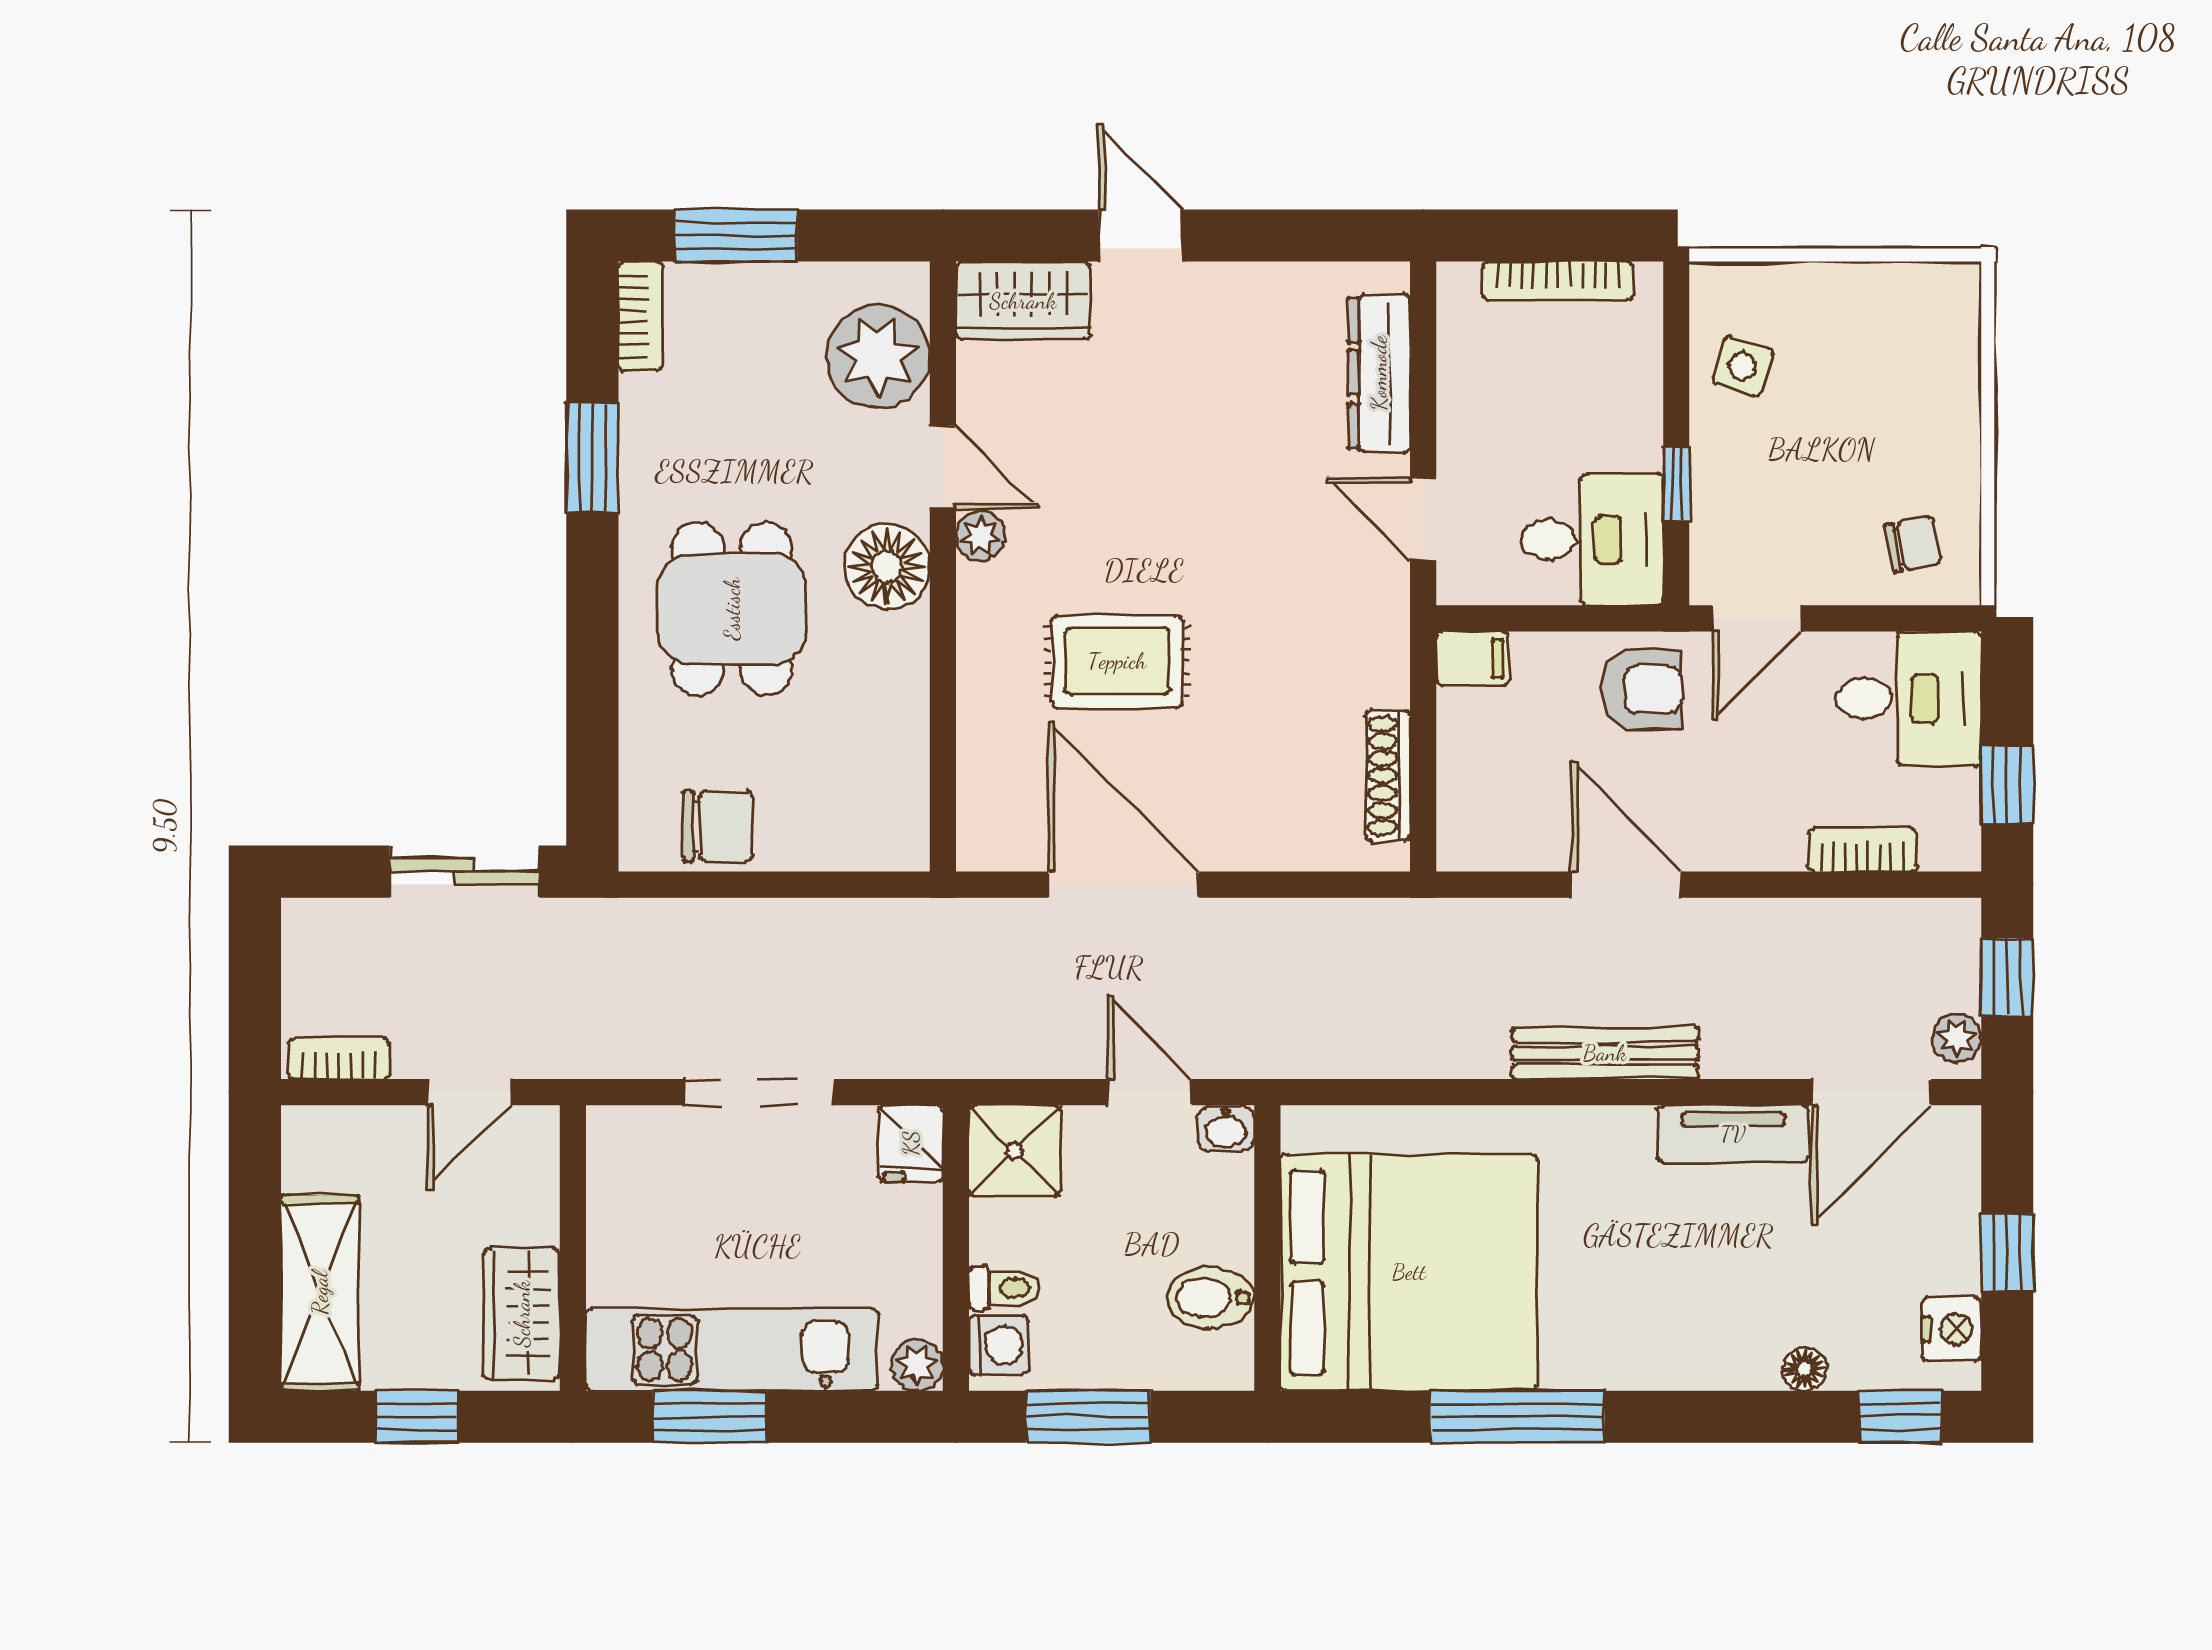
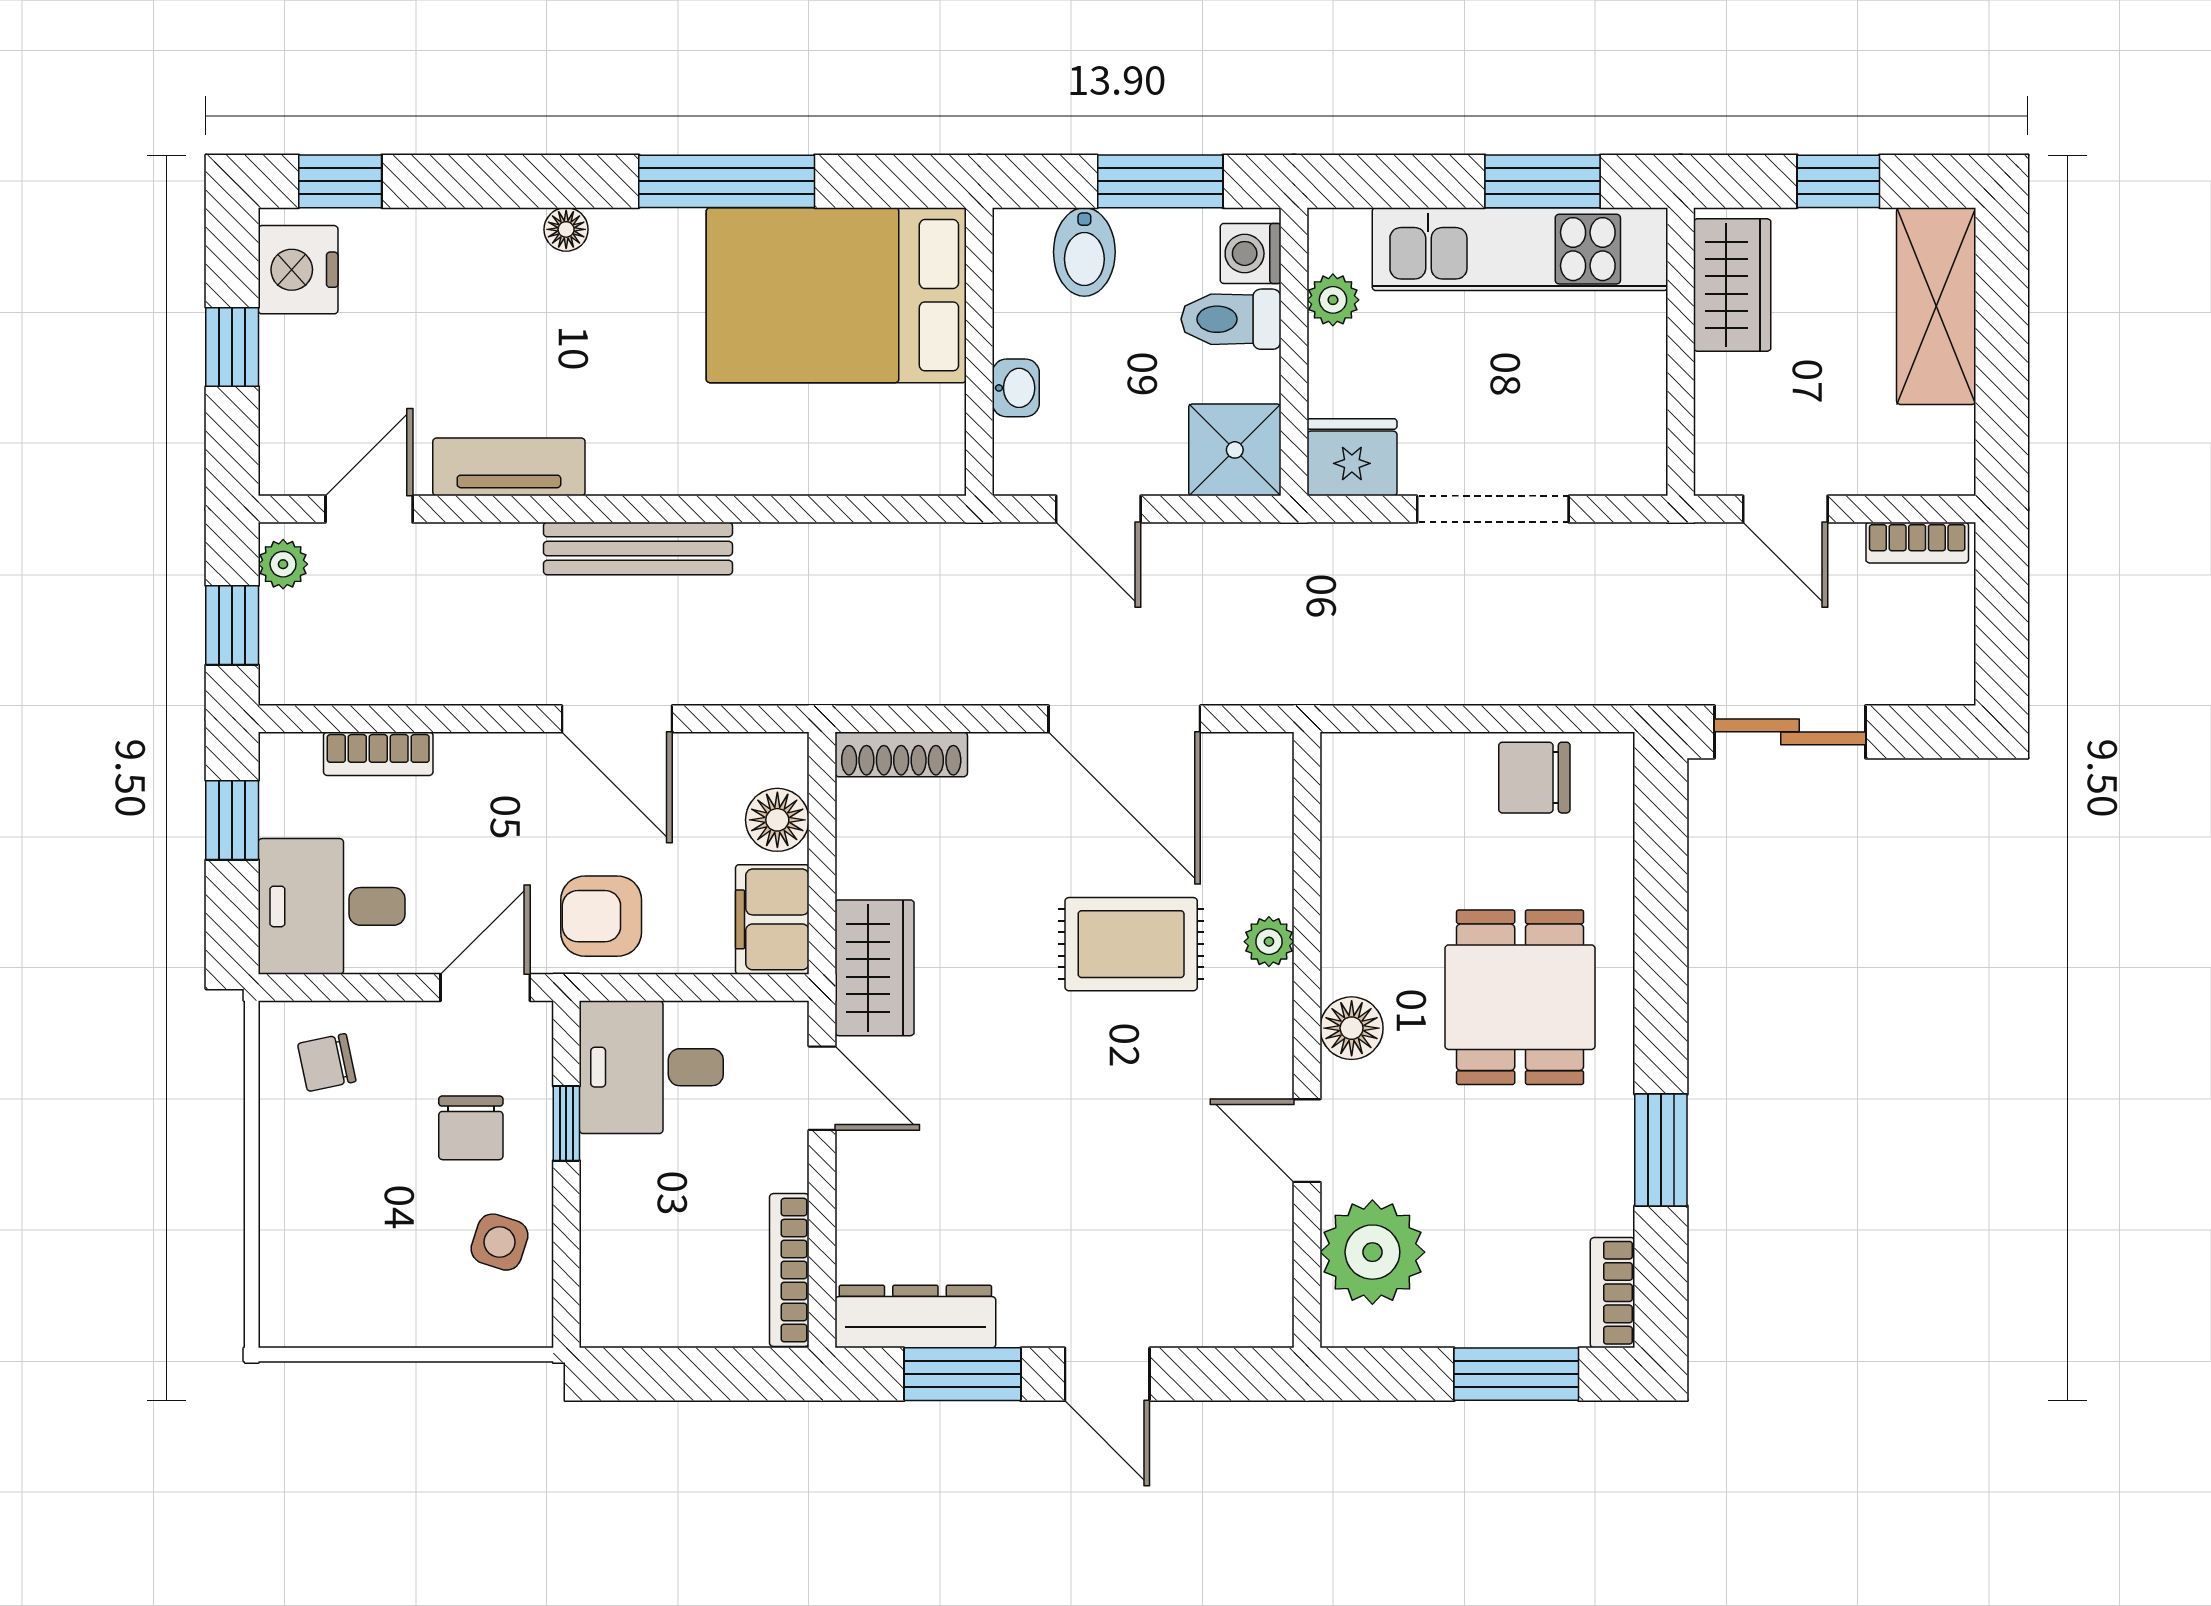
window: (1284, 236) -> (962, 1374), added
bookcase: (1558, 281) -> (789, 1270), moved, turned -90
wardrobe: (1023, 301) -> (875, 968), moved, turned 90
dresser: (1379, 373) -> (915, 1317), moved, turned -90
chair: (1771, 479) -> (471, 1128), added
plant: (981, 536) -> (1269, 942), moved
floor lamp: (887, 567) -> (1352, 1028), width x0.73, depth x0.73
filing cabinet: (1472, 659) -> (772, 919), width x2.00
shoe rack: (1388, 776) -> (901, 754), moved, turned 90
floor lamp: (1467, 784) -> (777, 820), added
door: (469, 1092) -> (1785, 509), swing flipped
door: (1872, 1092) -> (369, 509), width x0.73
washbasin: (1226, 1128) -> (1016, 388), moved, turned 90
fridge: (911, 1143) -> (1352, 457), width x1.38
bed: (1409, 1272) -> (836, 295), width x0.73
toilet: (1004, 1288) -> (1231, 319), width x1.37, depth x1.39
bidet: (1210, 1298) -> (1084, 252), moved, turned 90
nightstand: (1952, 1329) -> (298, 270), width x1.36, depth x1.33
plant: (917, 1365) -> (1333, 300), moved
floor lamp: (1804, 1369) -> (566, 229), moved

